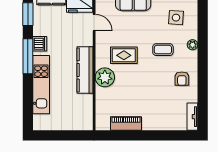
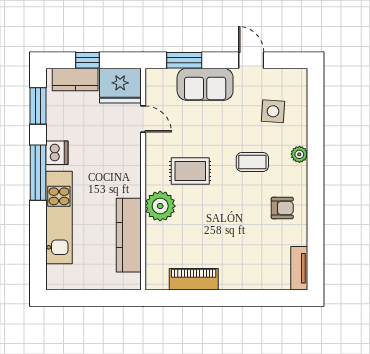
kitchen counter: (85, 70) -> (129, 235), moved
armchair: (182, 79) -> (282, 208), turned -90

